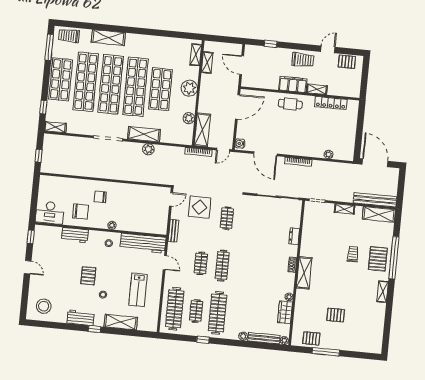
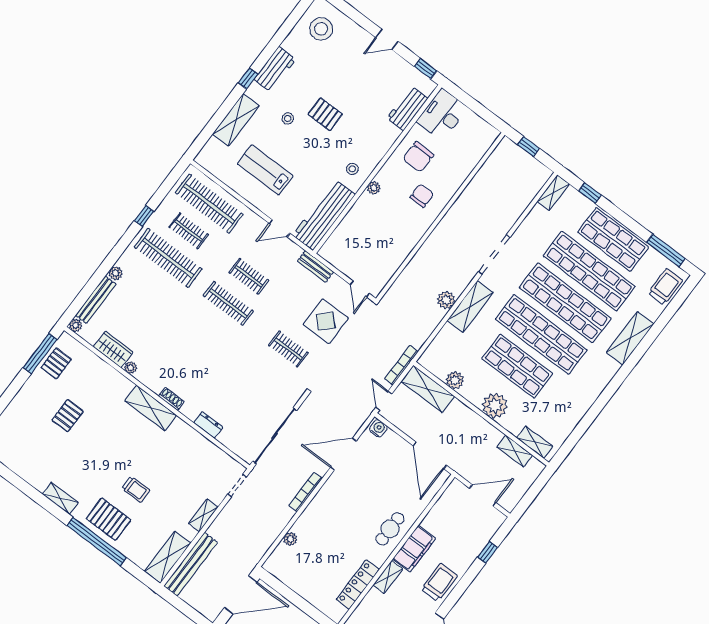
trolley: (303, 60) -> (439, 583), turned 180
workbench: (75, 235) -> (407, 108), moved
window: (326, 352) -> (40, 354), moved

